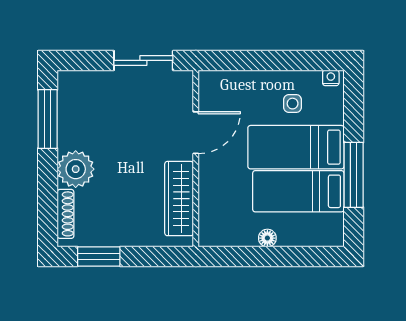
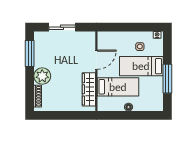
sliding door: (143, 60) -> (62, 27), moved
bed: (298, 191) -> (118, 87), moved, turned 180
window: (99, 256) -> (53, 115), removed

